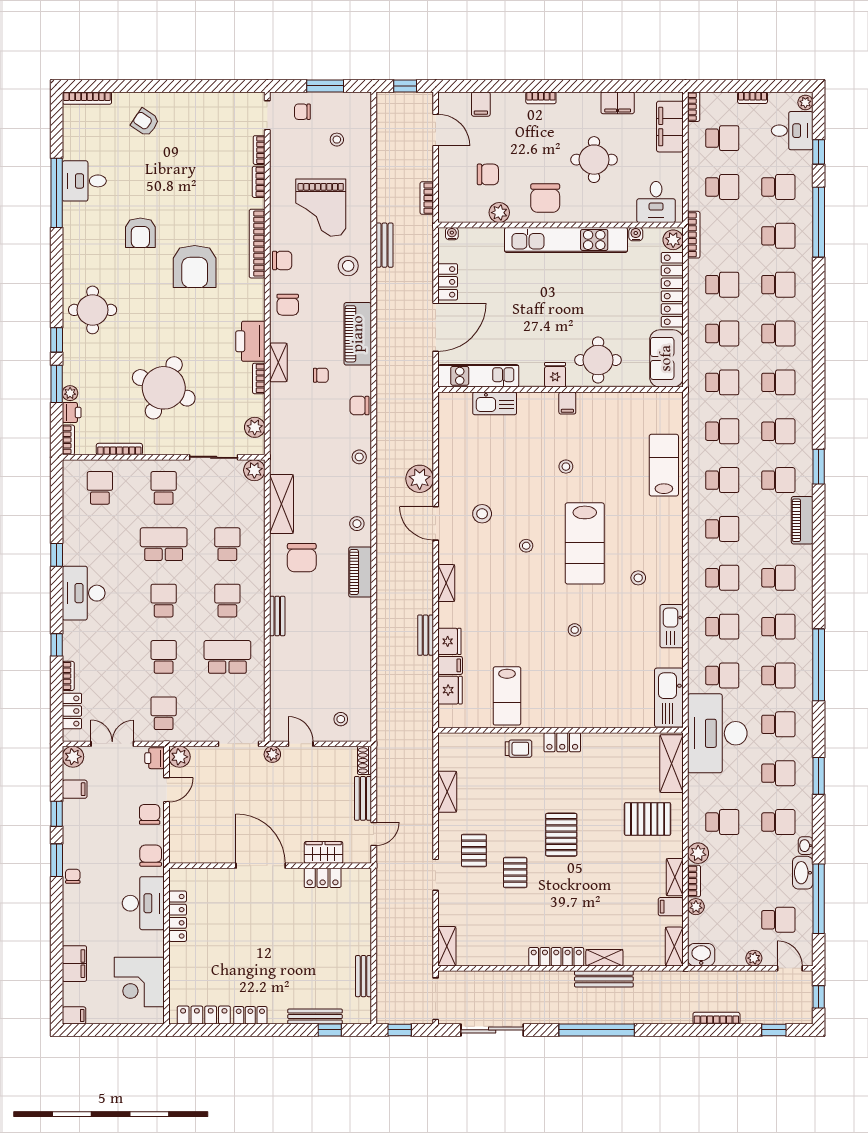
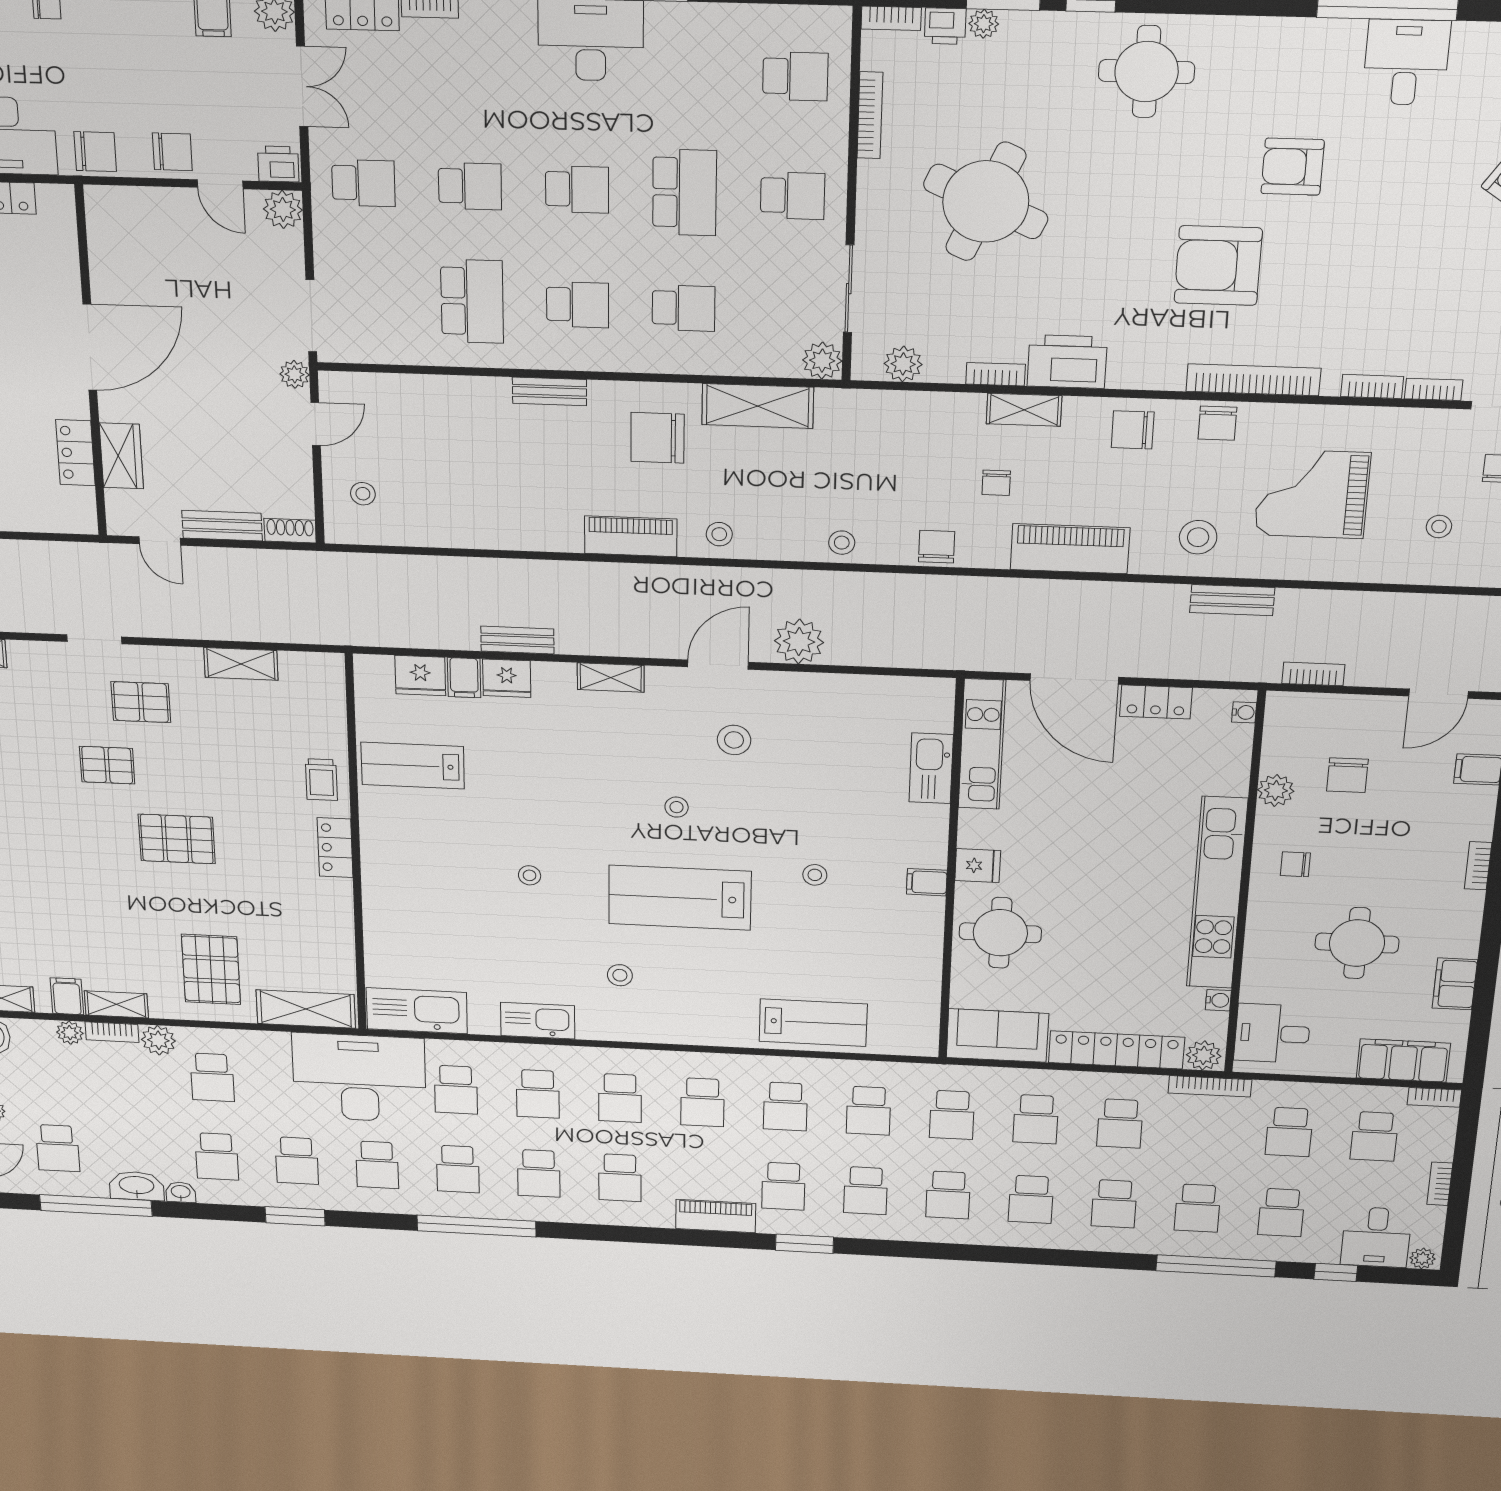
chair: (545, 198) -> (1295, 864), width x0.54, depth x0.54

